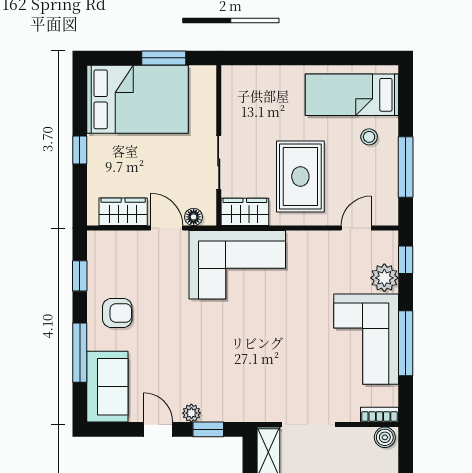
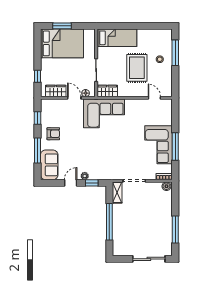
window: (164, 58) -> (62, 26), moved
bed: (352, 95) -> (117, 38), moved, turned 180
window: (80, 150) -> (37, 76), moved
window: (406, 167) -> (175, 53), moved
rug: (300, 176) -> (137, 68), moved
door: (356, 228) -> (154, 98), hinge flipped
window: (406, 260) -> (175, 111), removed
plant: (384, 278) -> (166, 119), removed
door: (158, 429) -> (71, 183), hinge flipped

